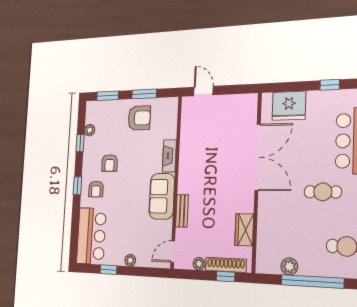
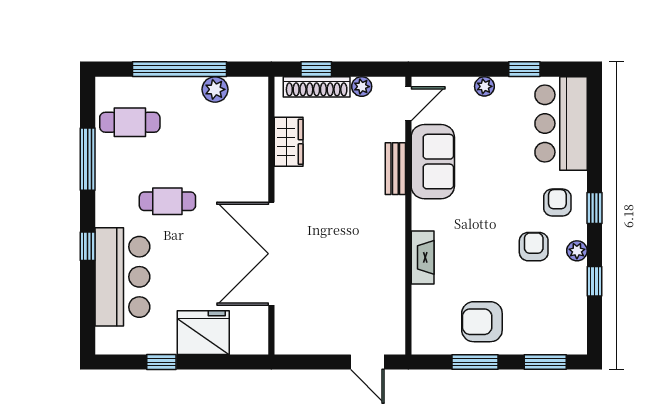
fridge: (289, 106) -> (203, 333), moved
plant: (90, 130) -> (577, 251), moved
sofa: (162, 196) -> (433, 162), moved

